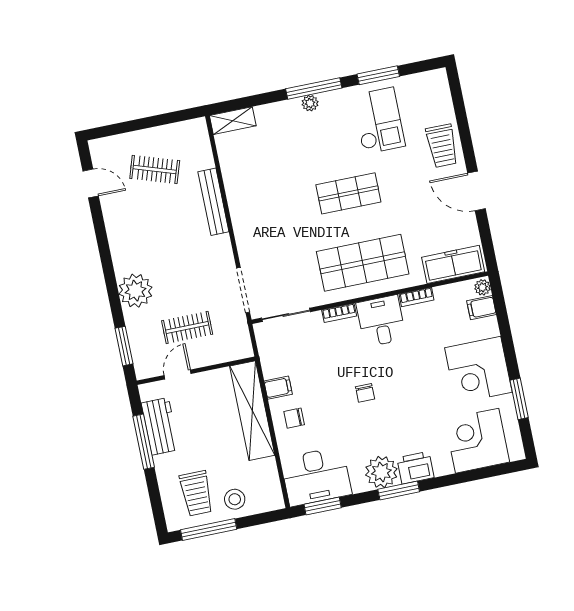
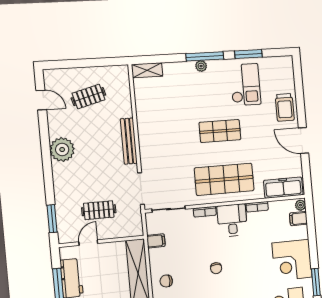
clothes rail: (155, 170) -> (89, 97), turned -33
bench: (213, 202) -> (129, 141), moved
plant: (135, 291) -> (62, 150), moved
filing cabinet: (278, 388) -> (156, 241), moved

